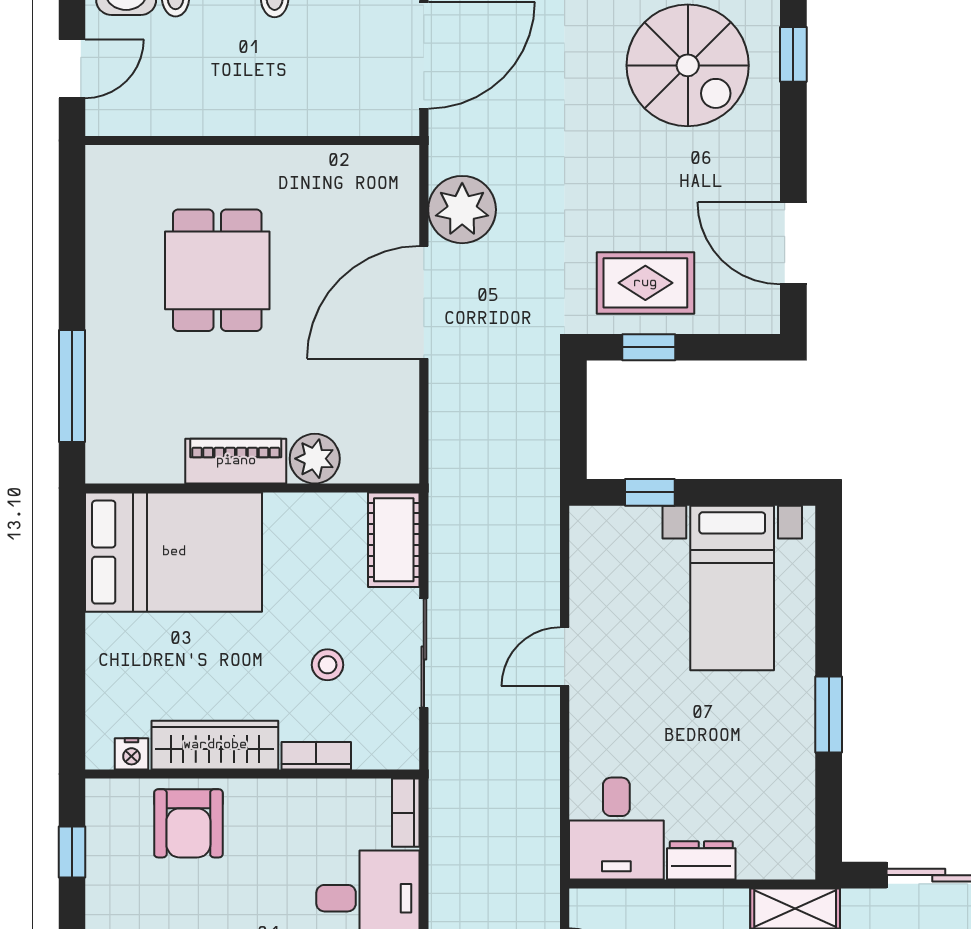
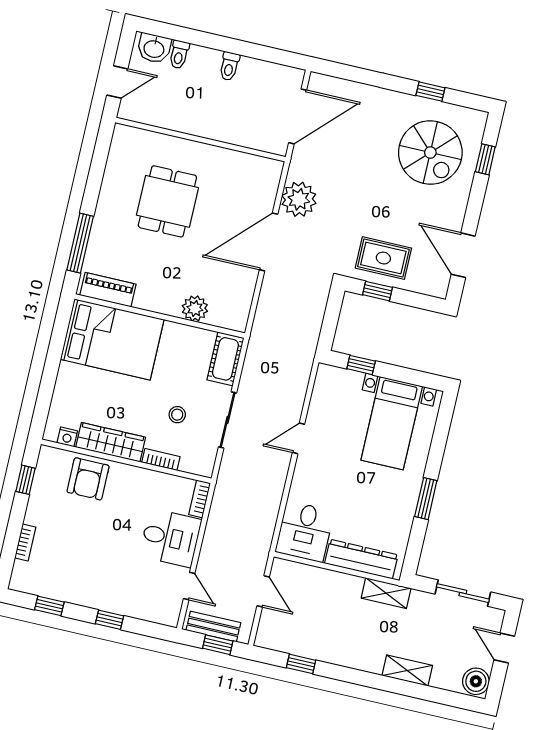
piano: (236, 461) -> (108, 290), moved
dresser: (701, 860) -> (361, 559), width x1.96, depth x1.24

